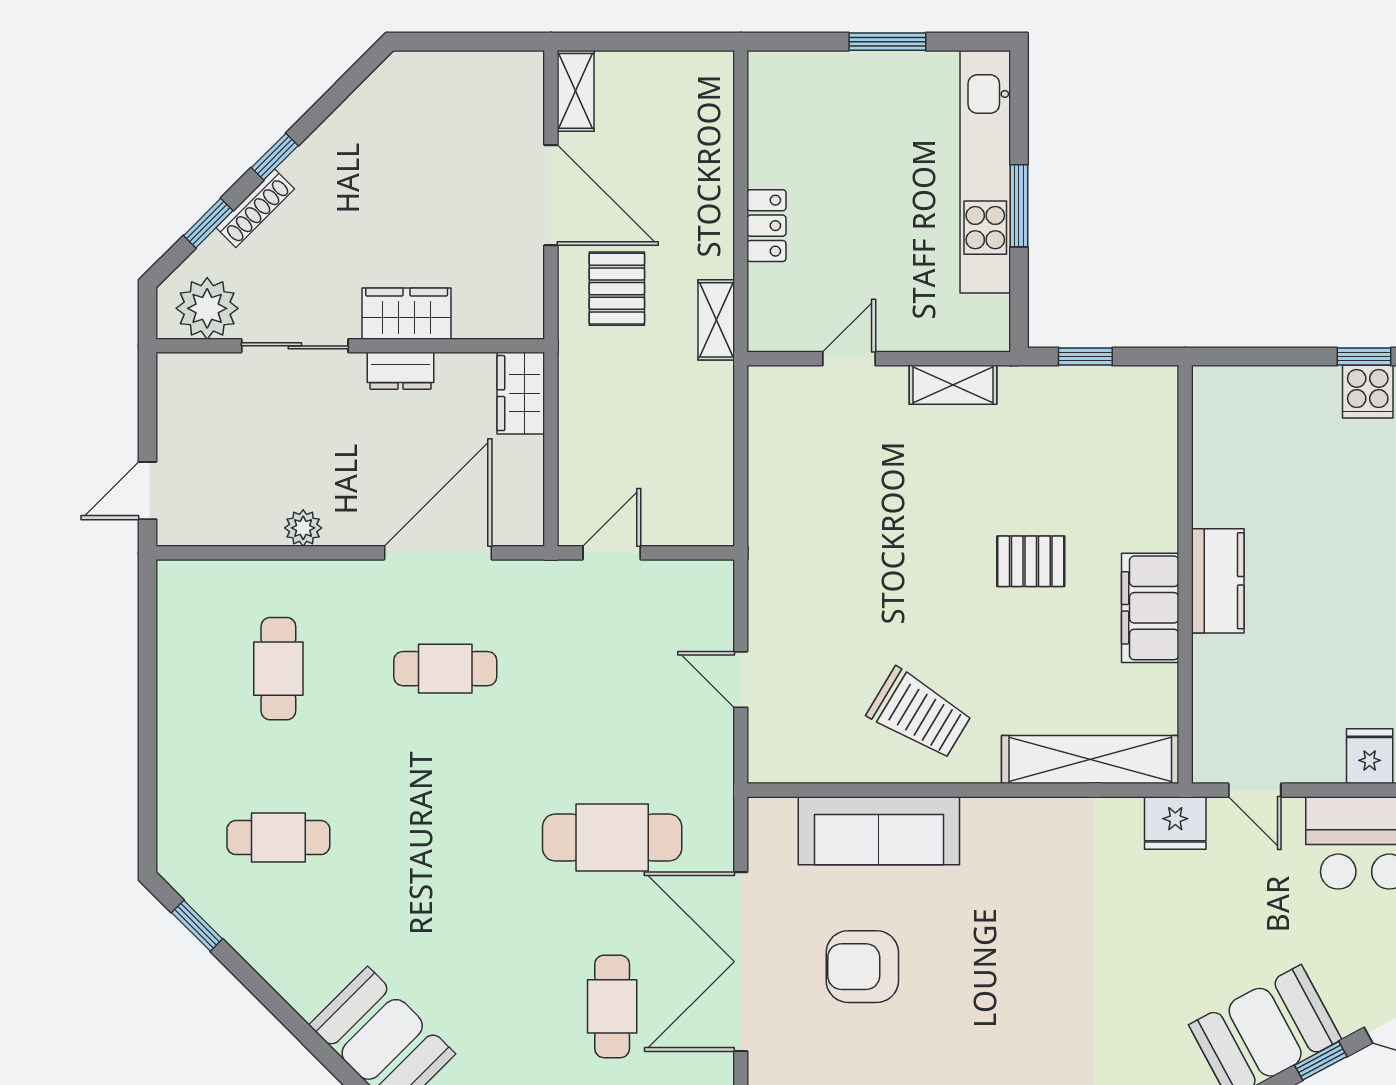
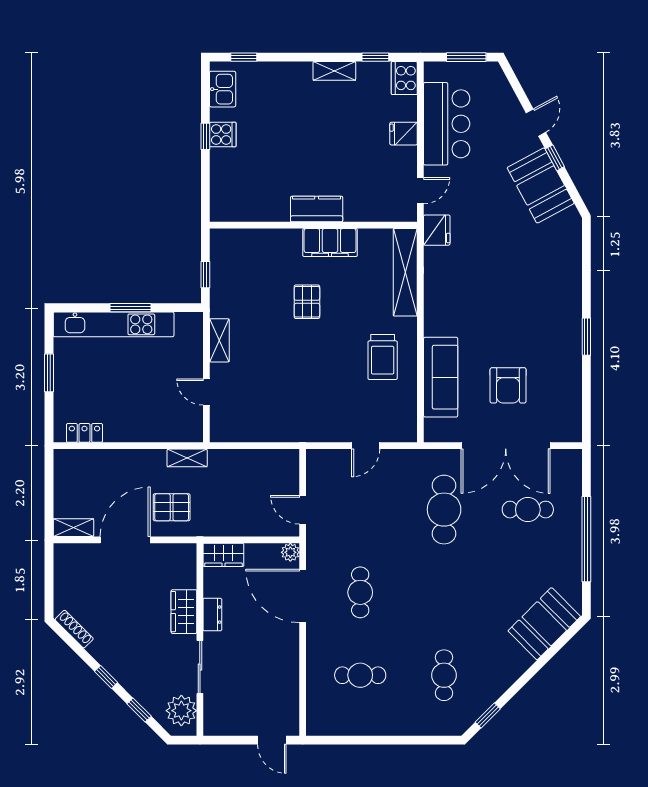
shoe rack: (255, 208) -> (74, 629), moved
locker: (766, 226) -> (84, 433), moved
plant: (303, 528) -> (290, 552), moved
trolley: (919, 714) -> (383, 357), turned 149

